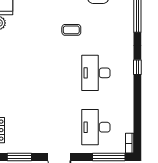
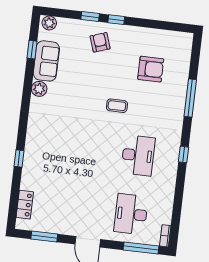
desk: (96, 73) -> (138, 155), turned 180

